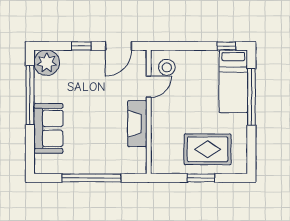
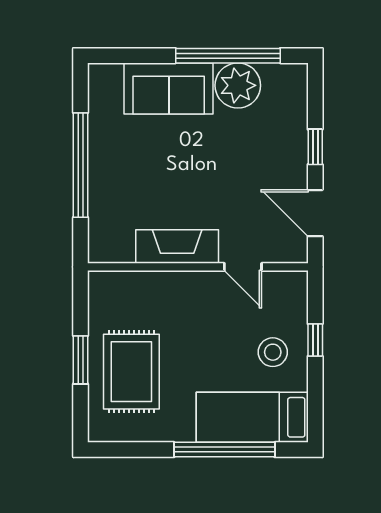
window: (226, 46) -> (315, 340), moved
plant: (47, 63) -> (238, 85), moved
stool: (167, 67) -> (273, 352), moved

